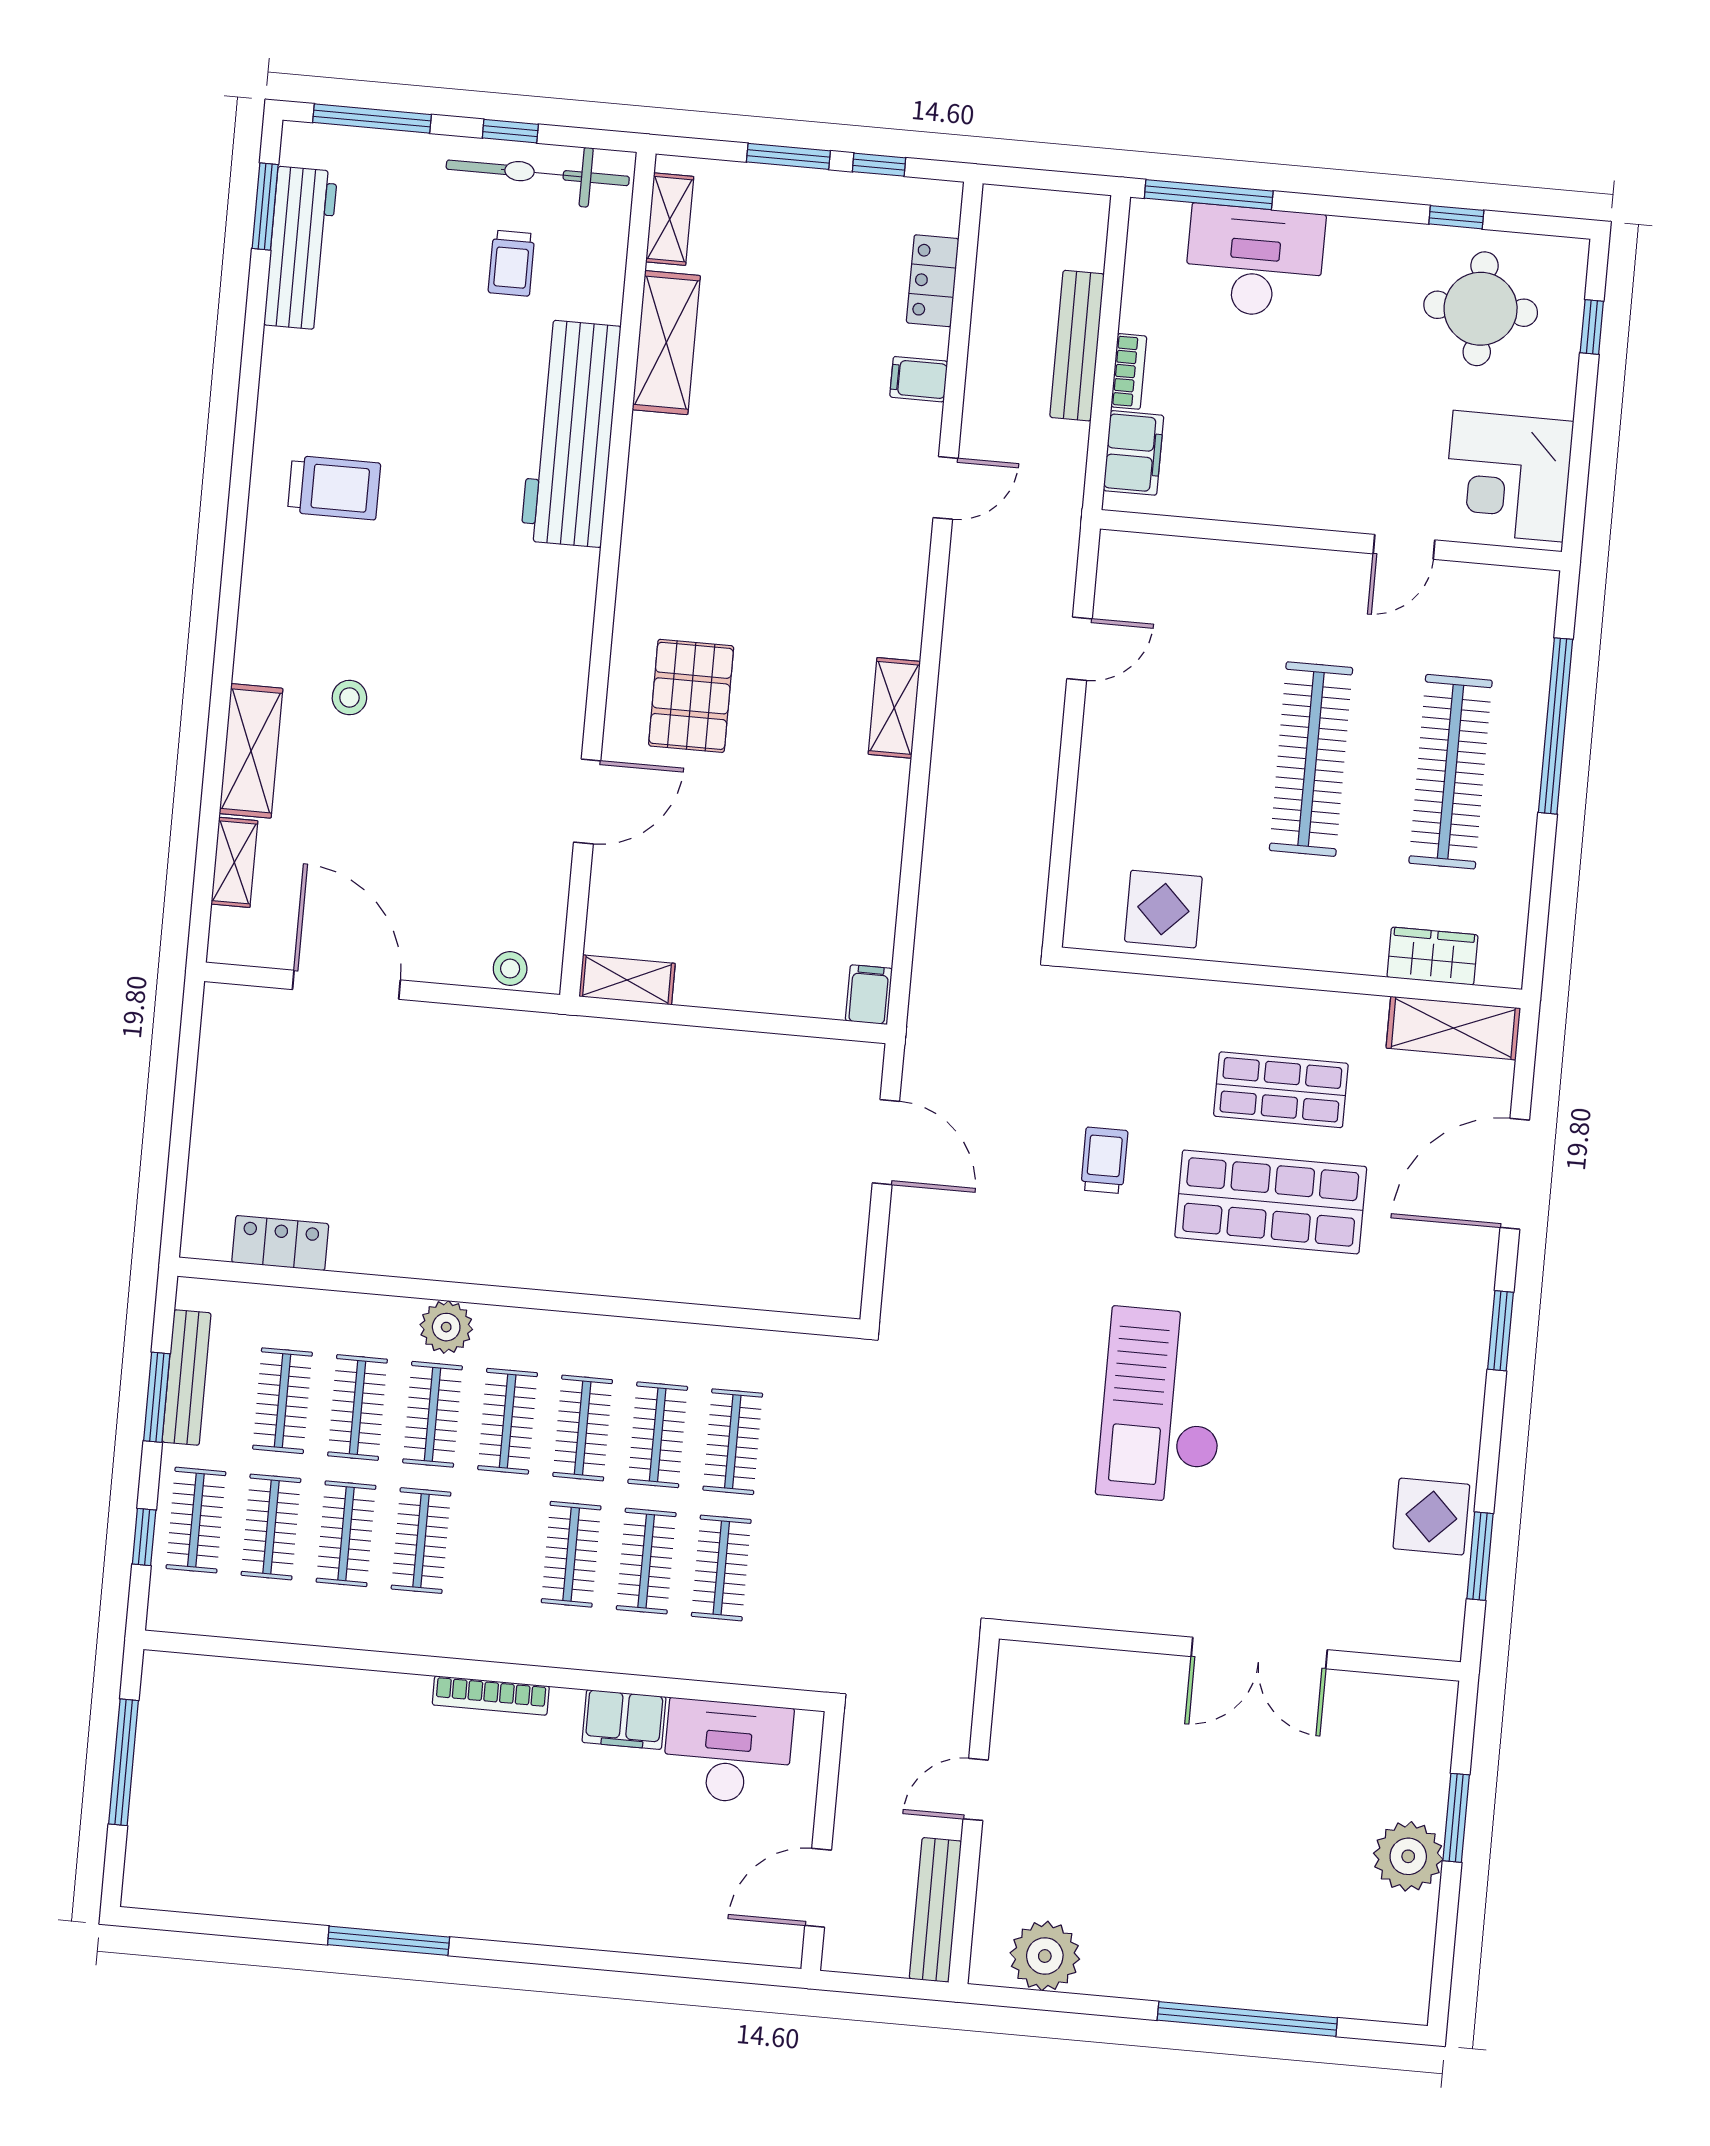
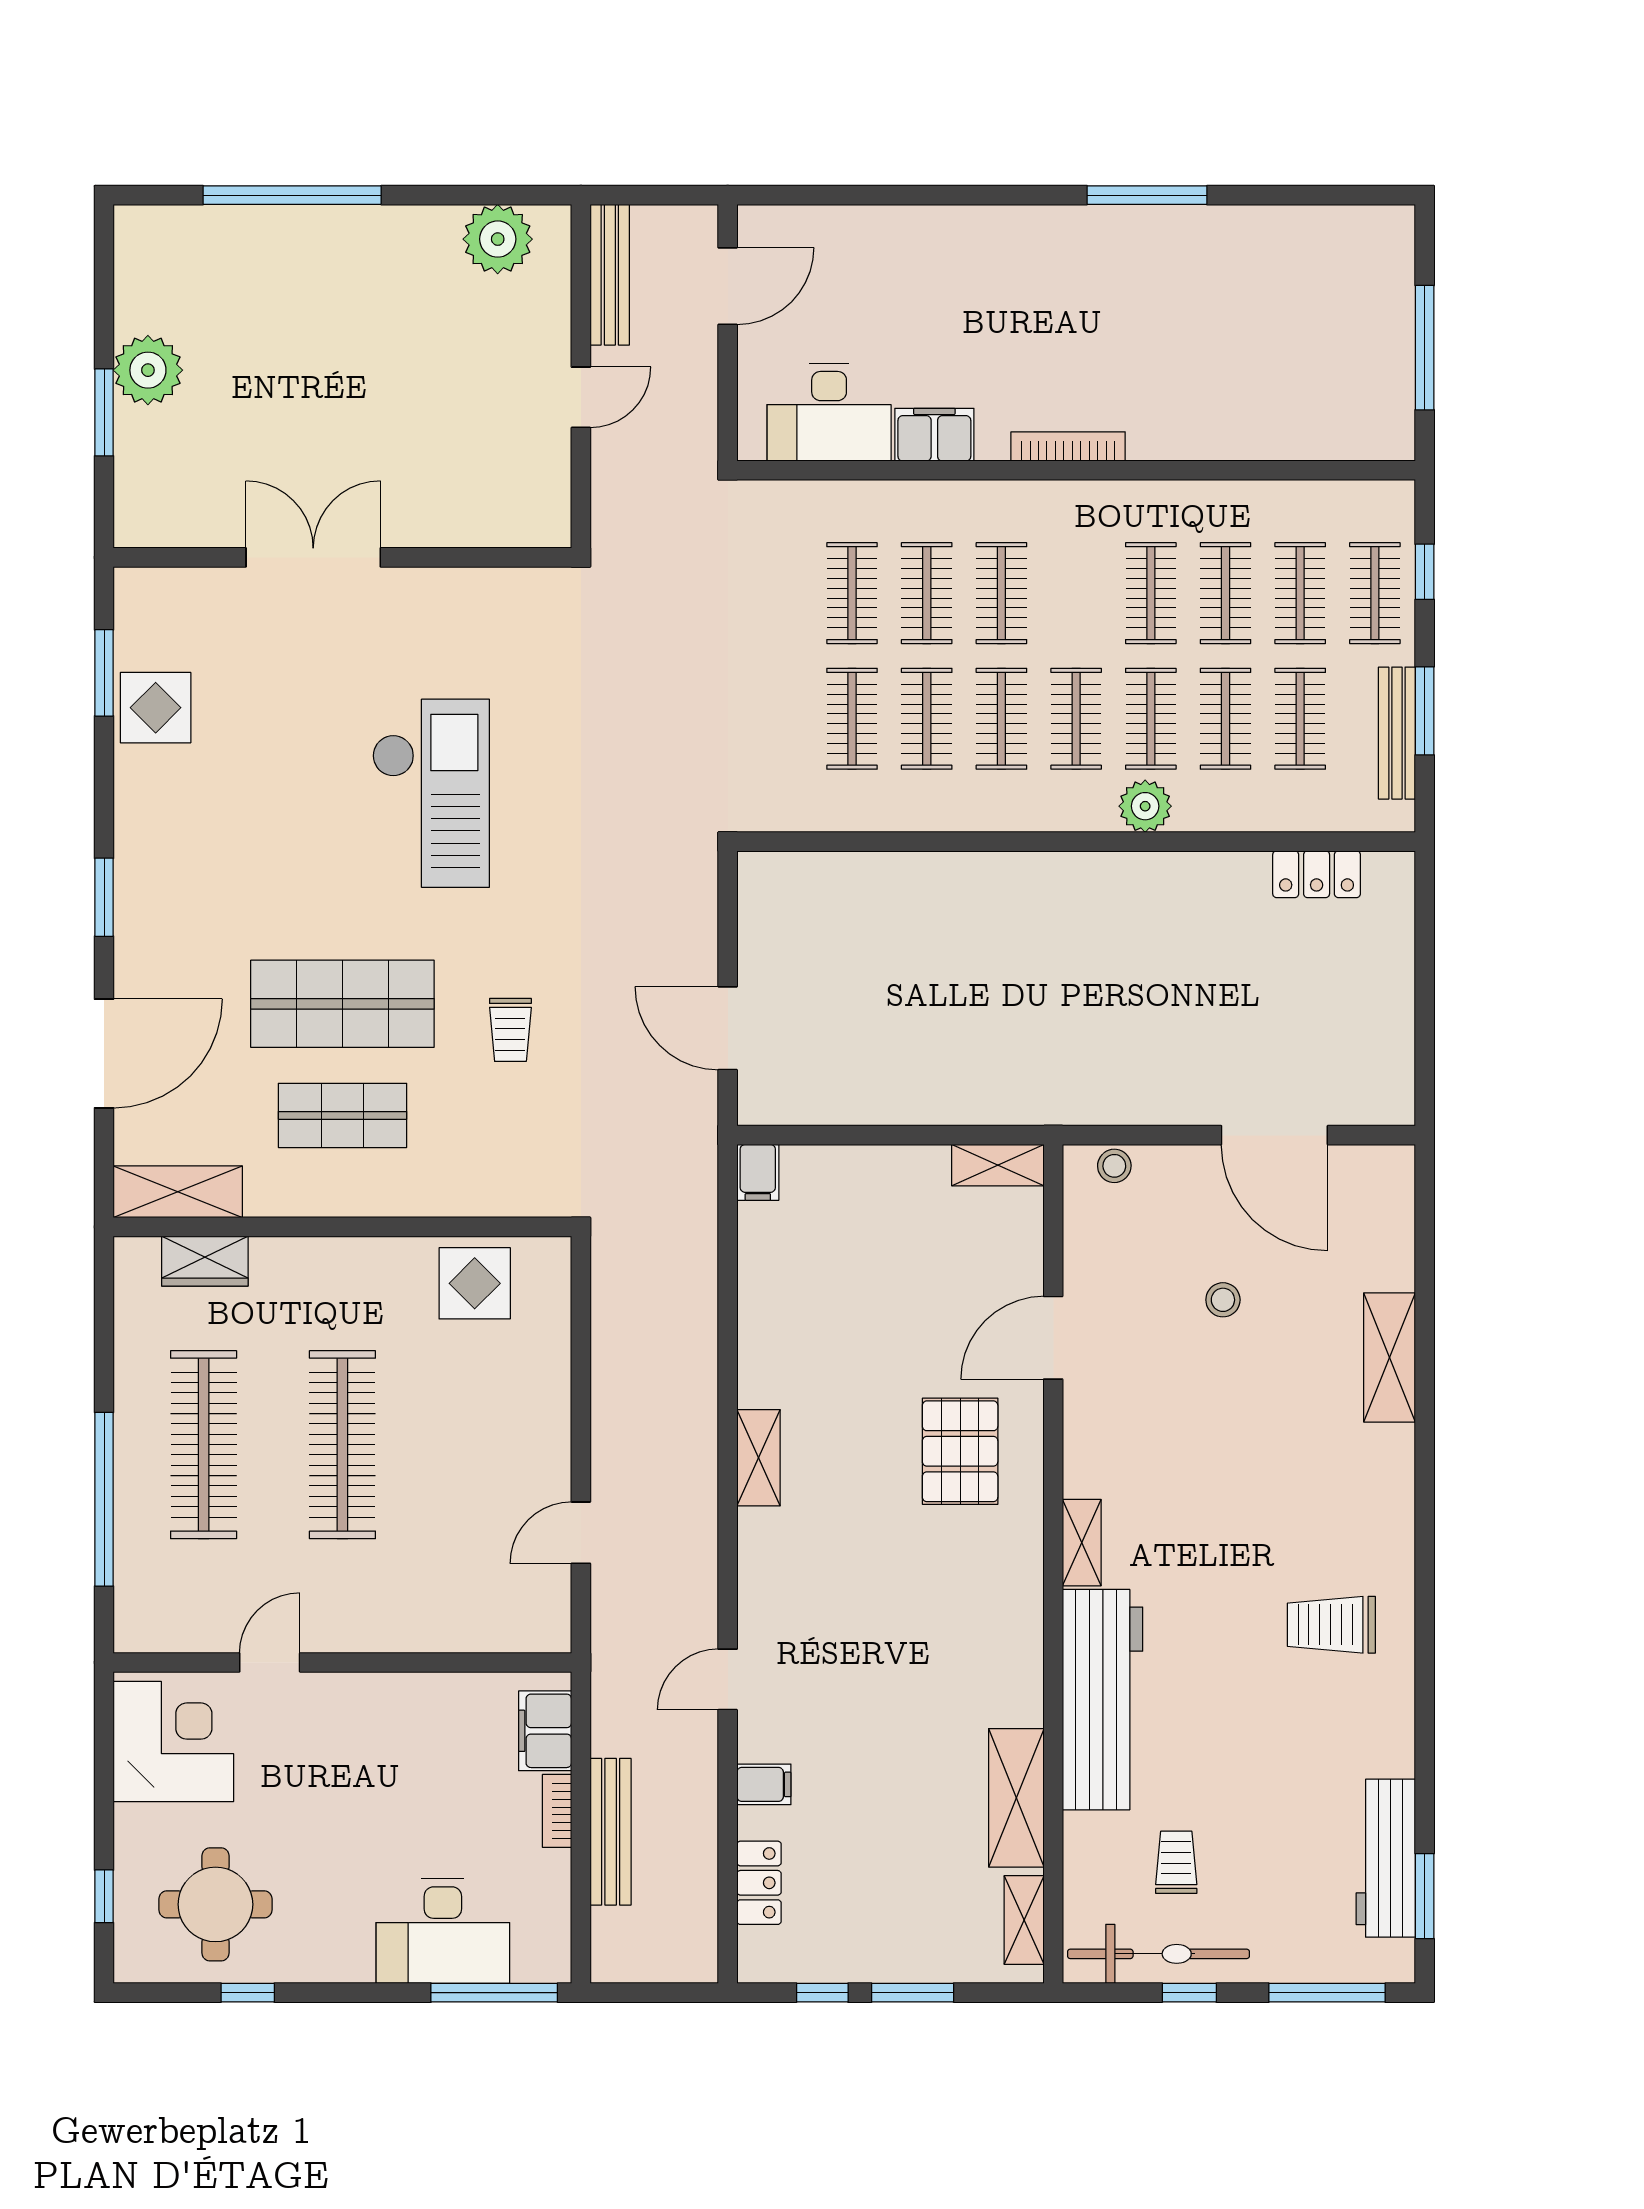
stool: (349, 698) -> (1223, 1300), moved
shelving: (234, 862) -> (1082, 1543), moved

